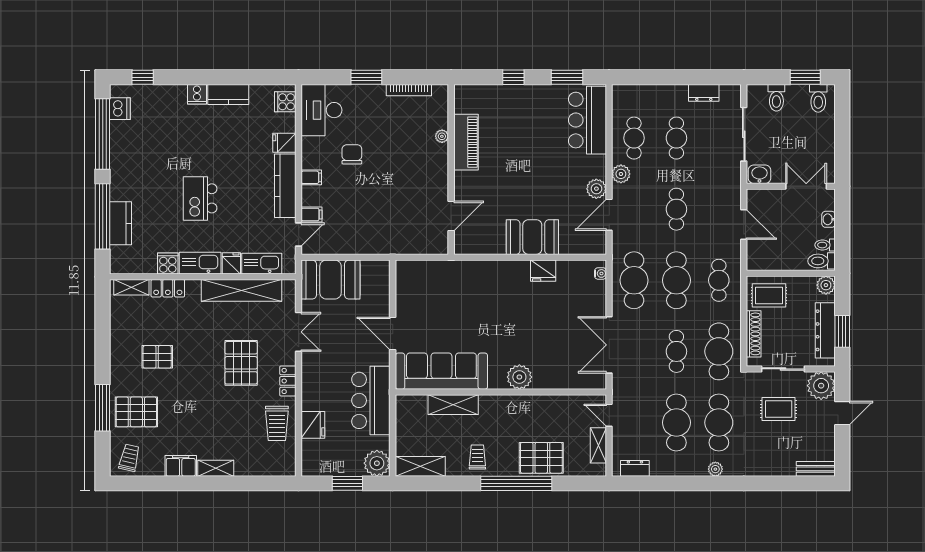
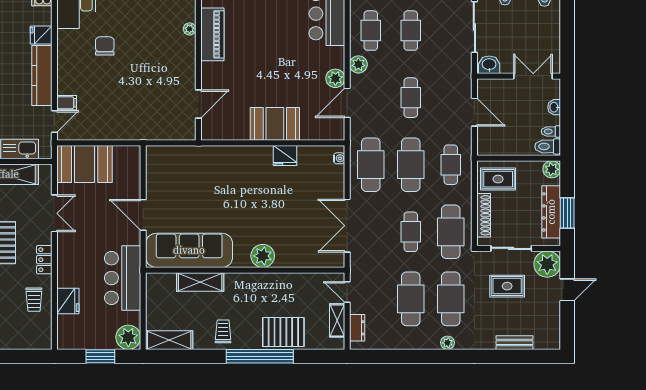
filing cabinet: (311, 177) -> (66, 68), removed
trolley: (277, 423) -> (34, 300), width x0.73, depth x0.72
dresser: (635, 468) -> (357, 328), moved, turned 90
bench: (816, 469) -> (515, 343), moved

